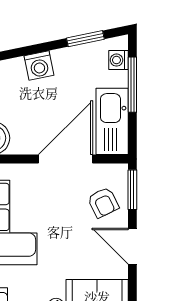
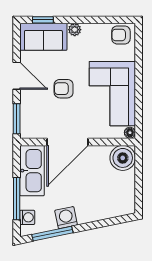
window: (85, 39) -> (52, 234), width x1.44
washing machine: (39, 66) -> (66, 218), moved
armchair: (103, 202) -> (64, 89), moved, turned -64

